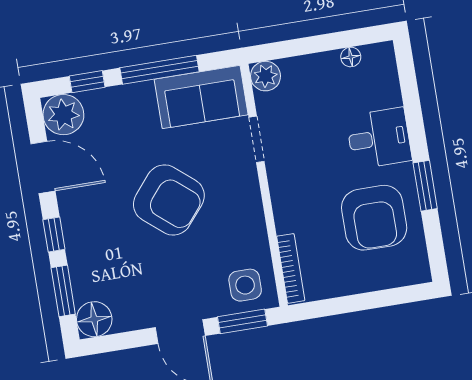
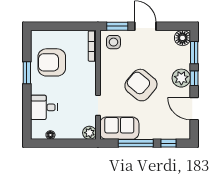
plant: (63, 115) -> (181, 78), moved
desk: (379, 138) -> (44, 107), moved
armchair: (374, 218) -> (52, 62), turned -90

